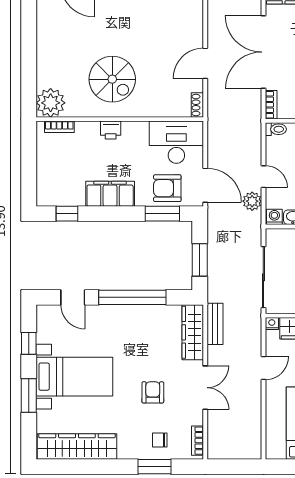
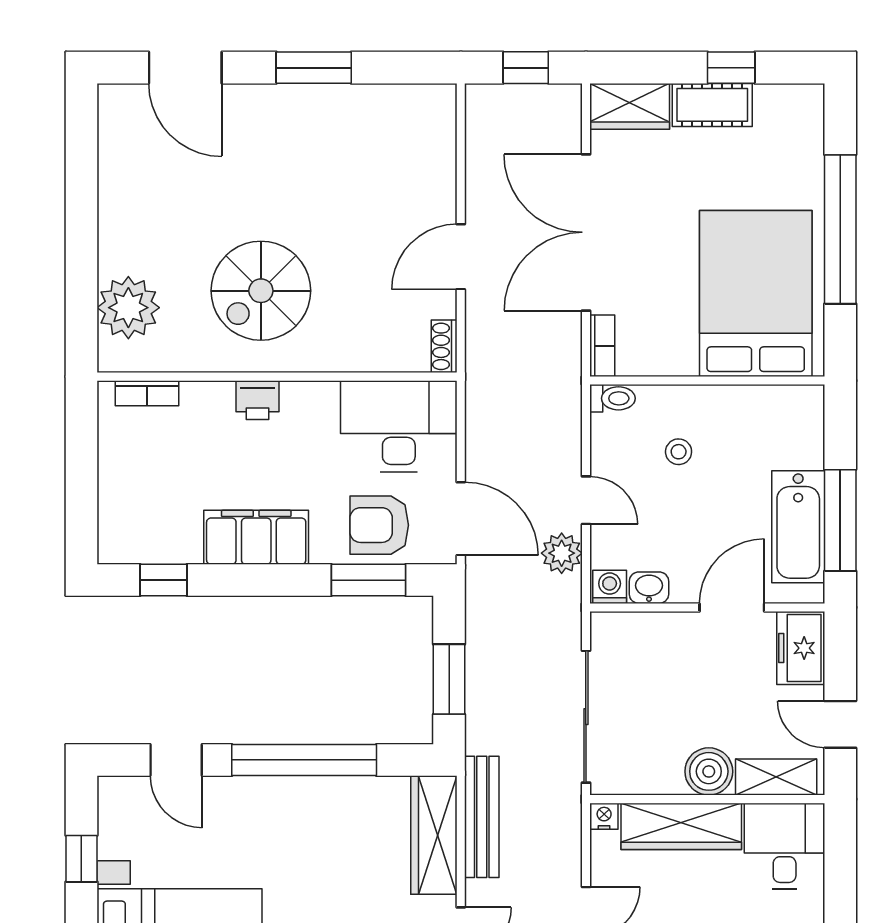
spiral stairs: (112, 79) -> (261, 291), turned 90
plant: (51, 103) -> (128, 308), moved
bench: (215, 324) -> (482, 817), width x1.36

